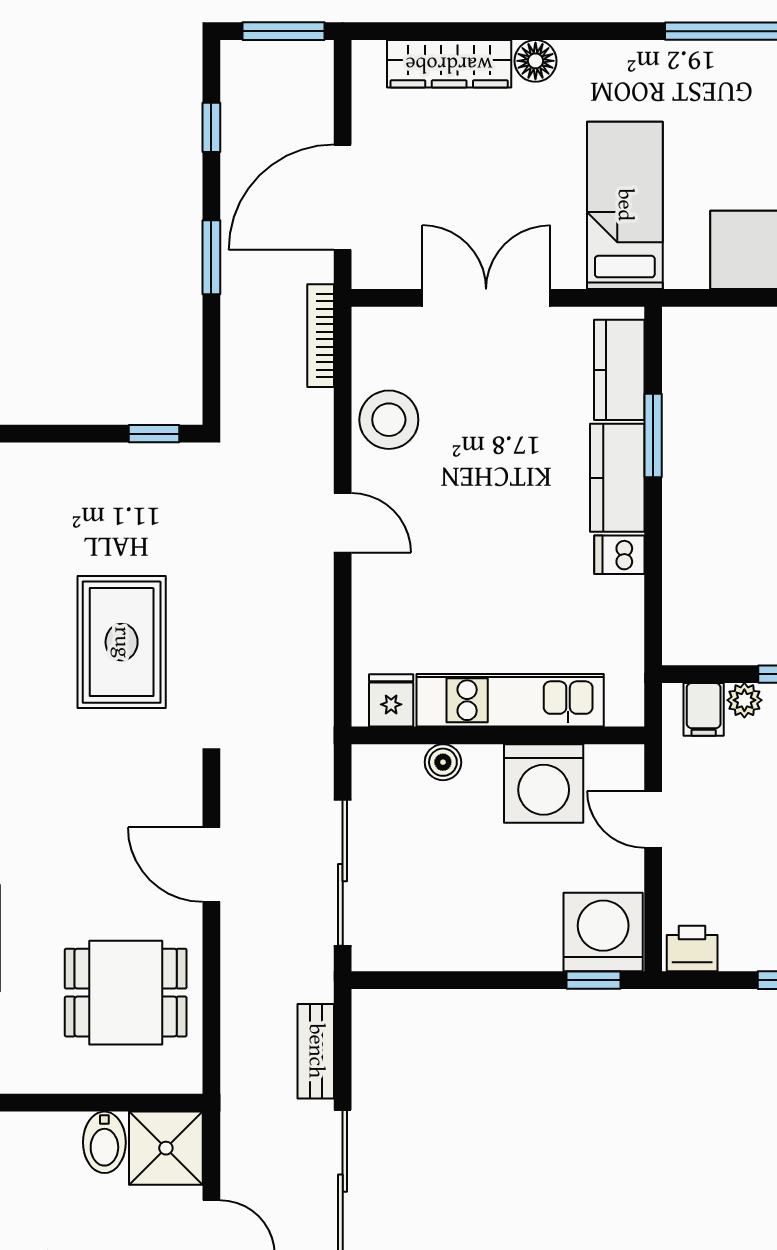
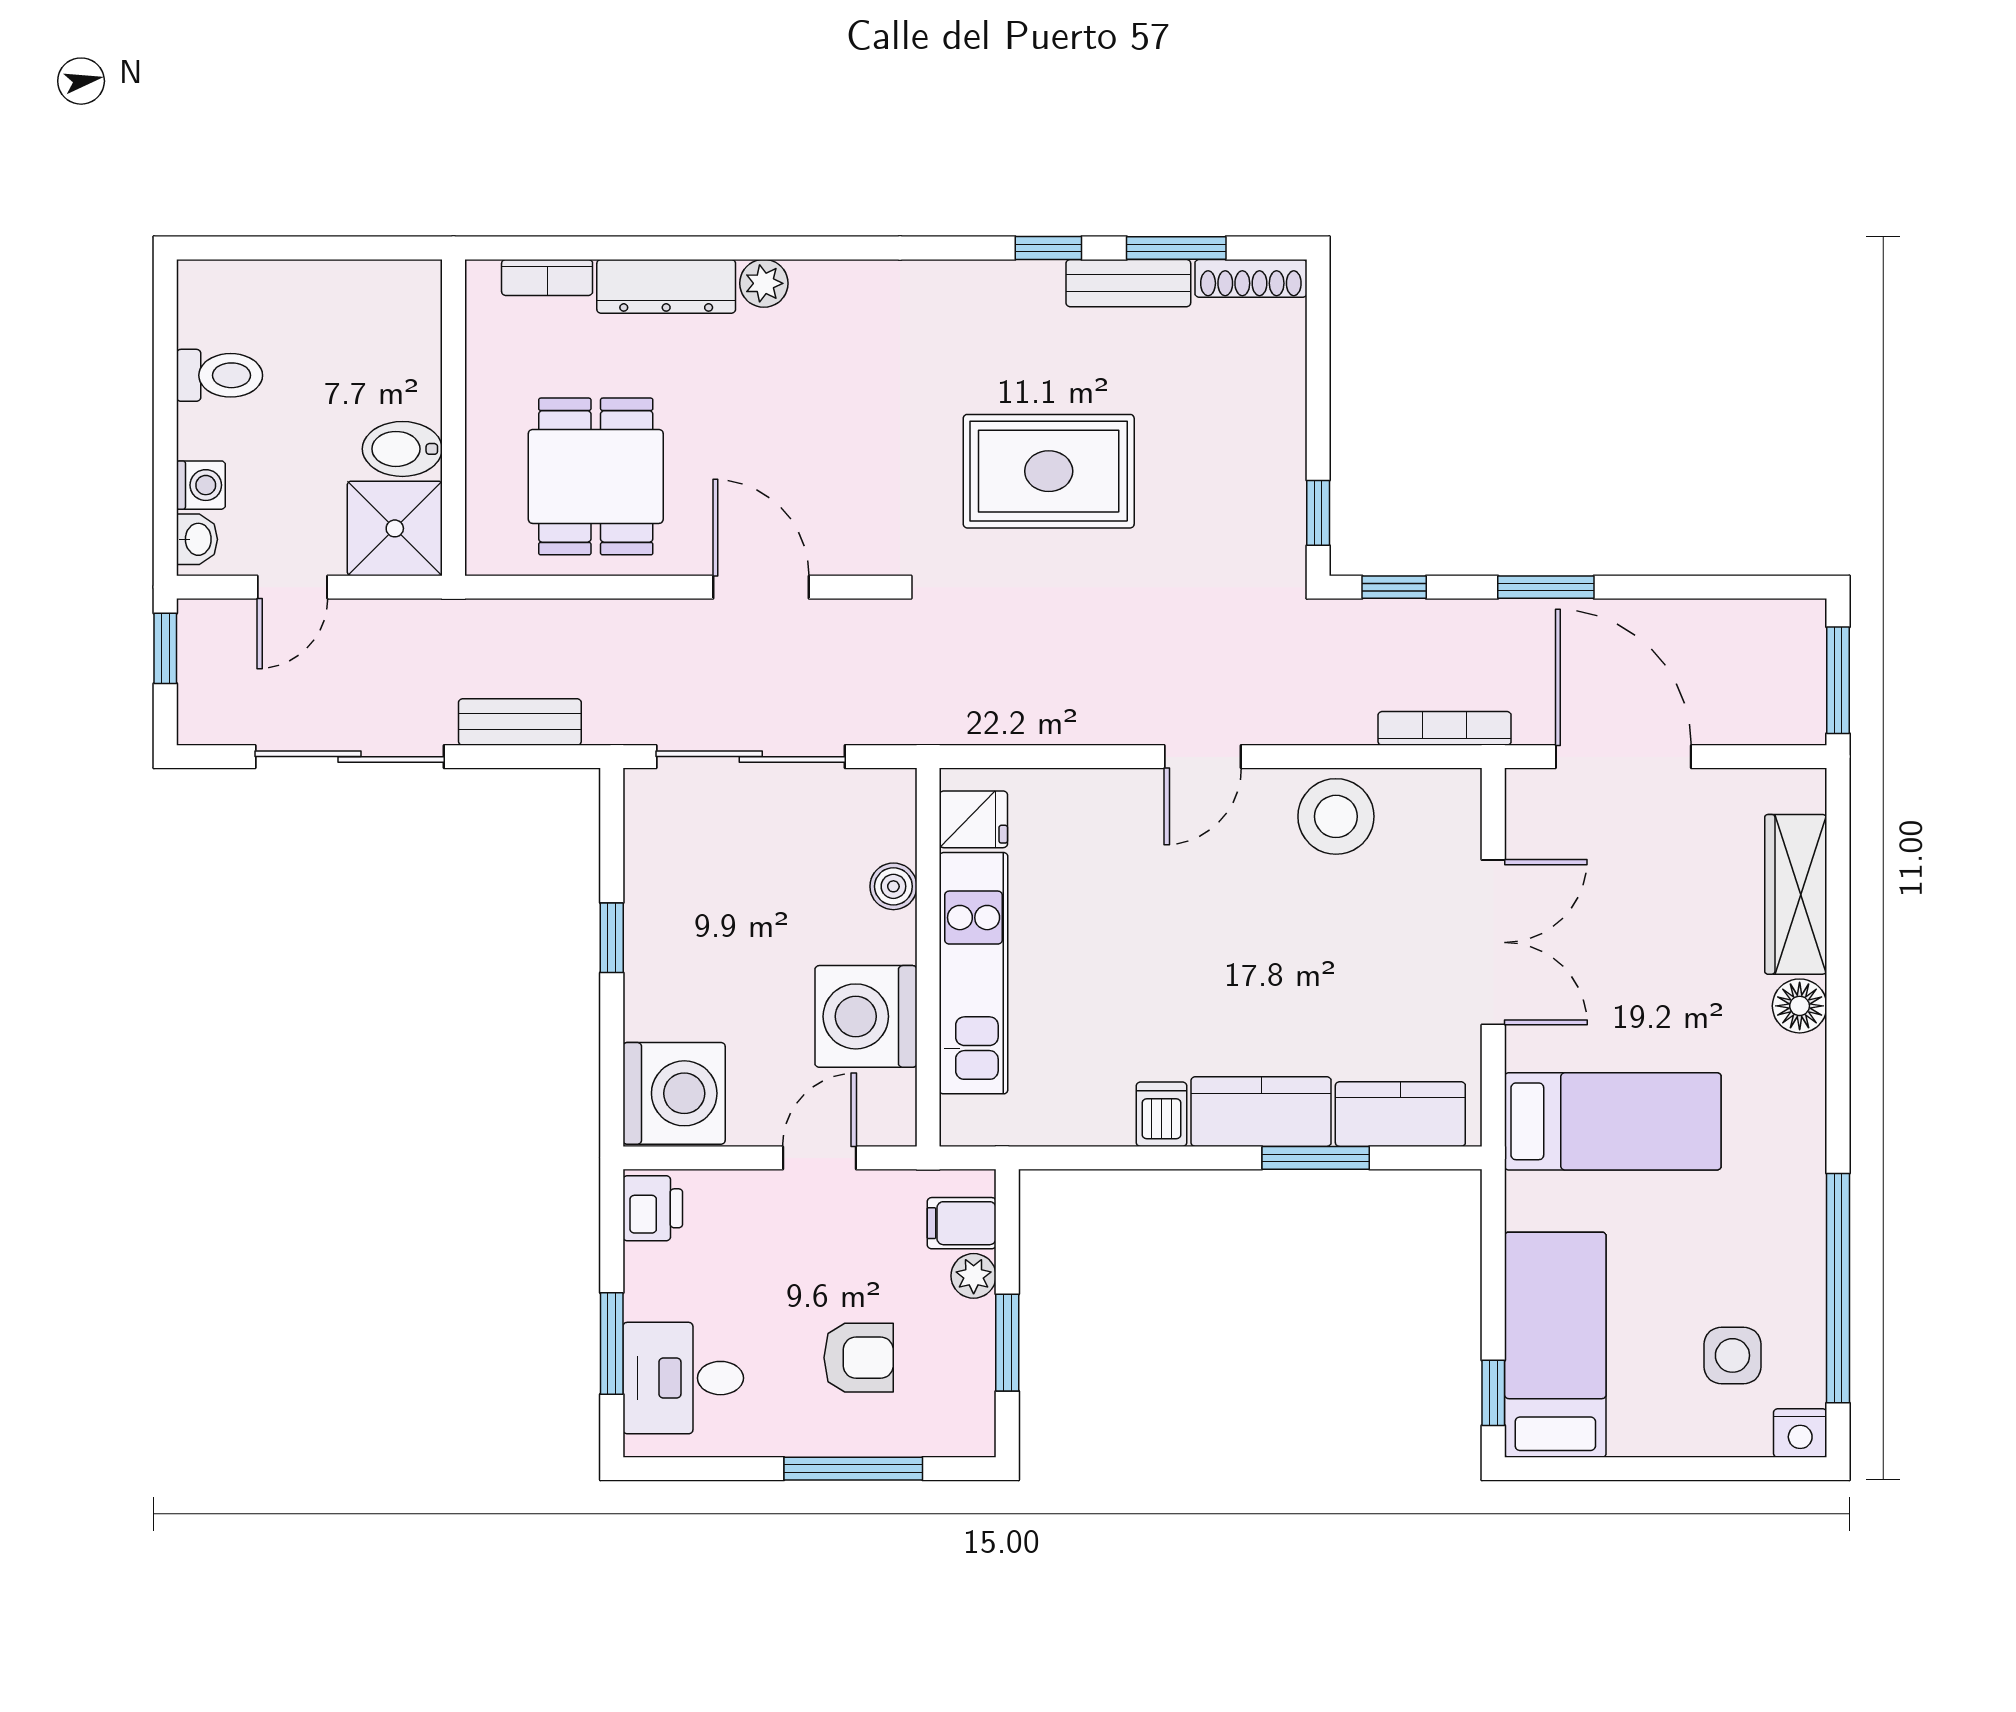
window: (211, 127) -> (1394, 587), moved
door: (211, 865) -> (761, 587), hinge flipped
window: (593, 980) -> (612, 938), moved

